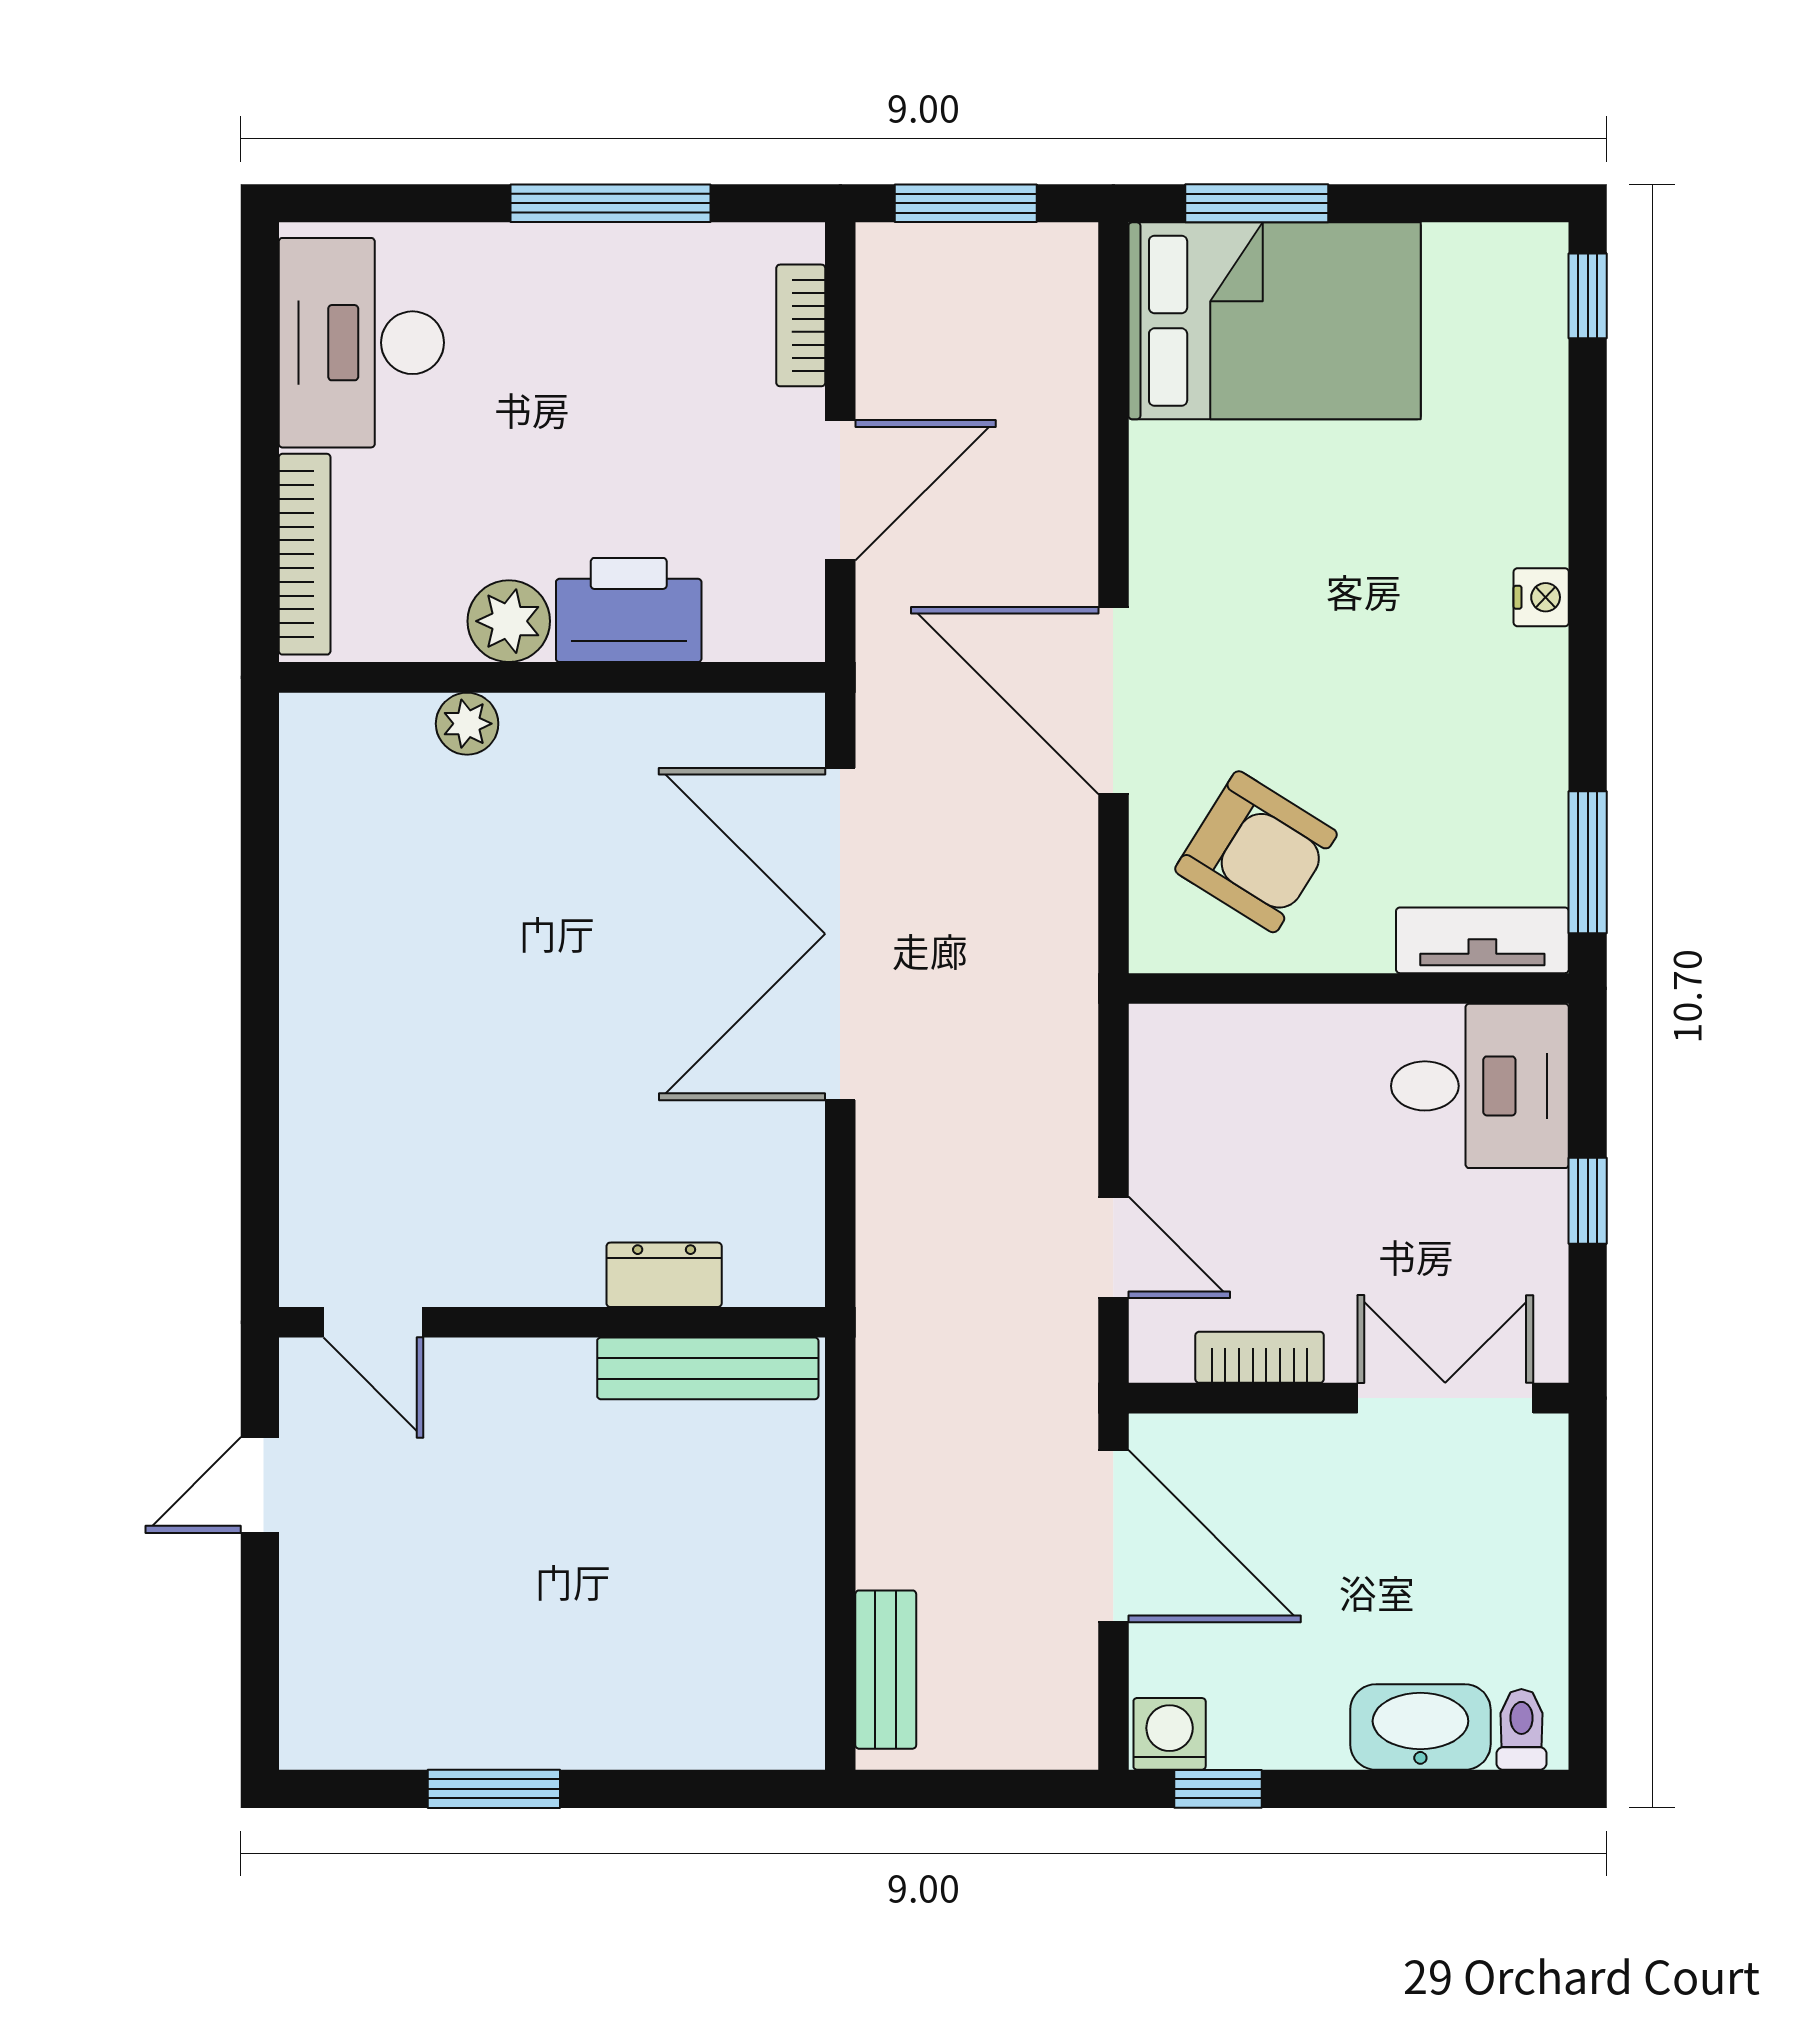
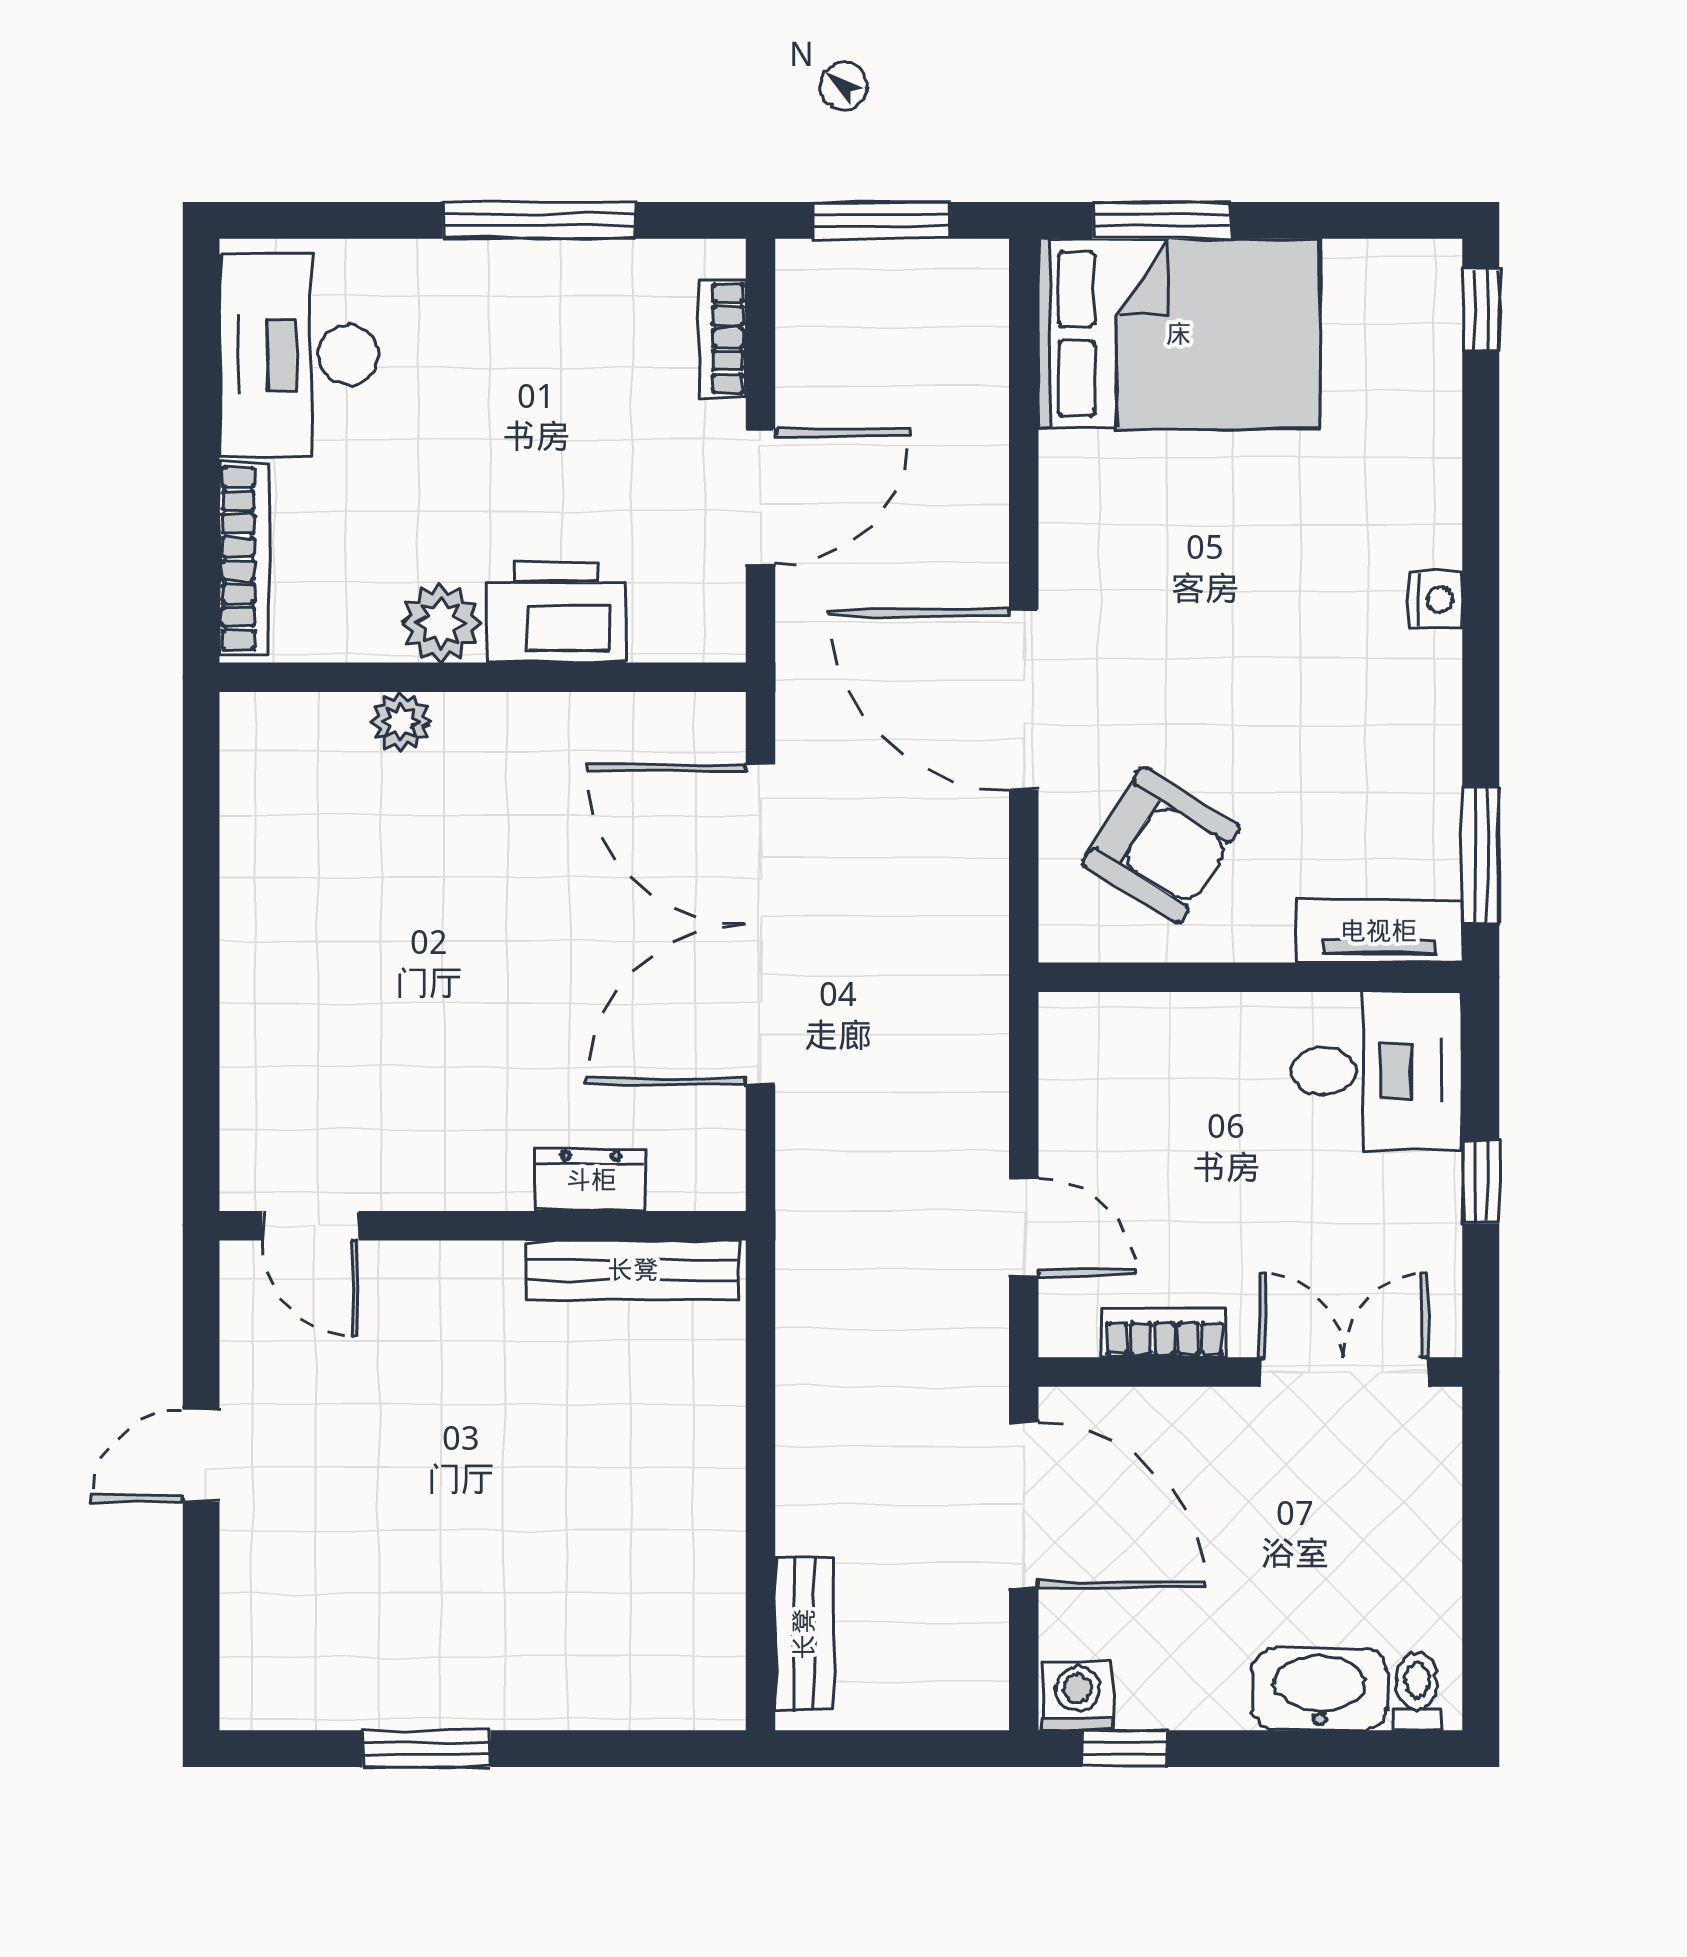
dresser: (664, 1275) -> (591, 1180), moved
door: (373, 1322) -> (310, 1226), moved
wall: (552, 1322) -> (483, 1226), moved
bench: (708, 1368) -> (633, 1270), moved

